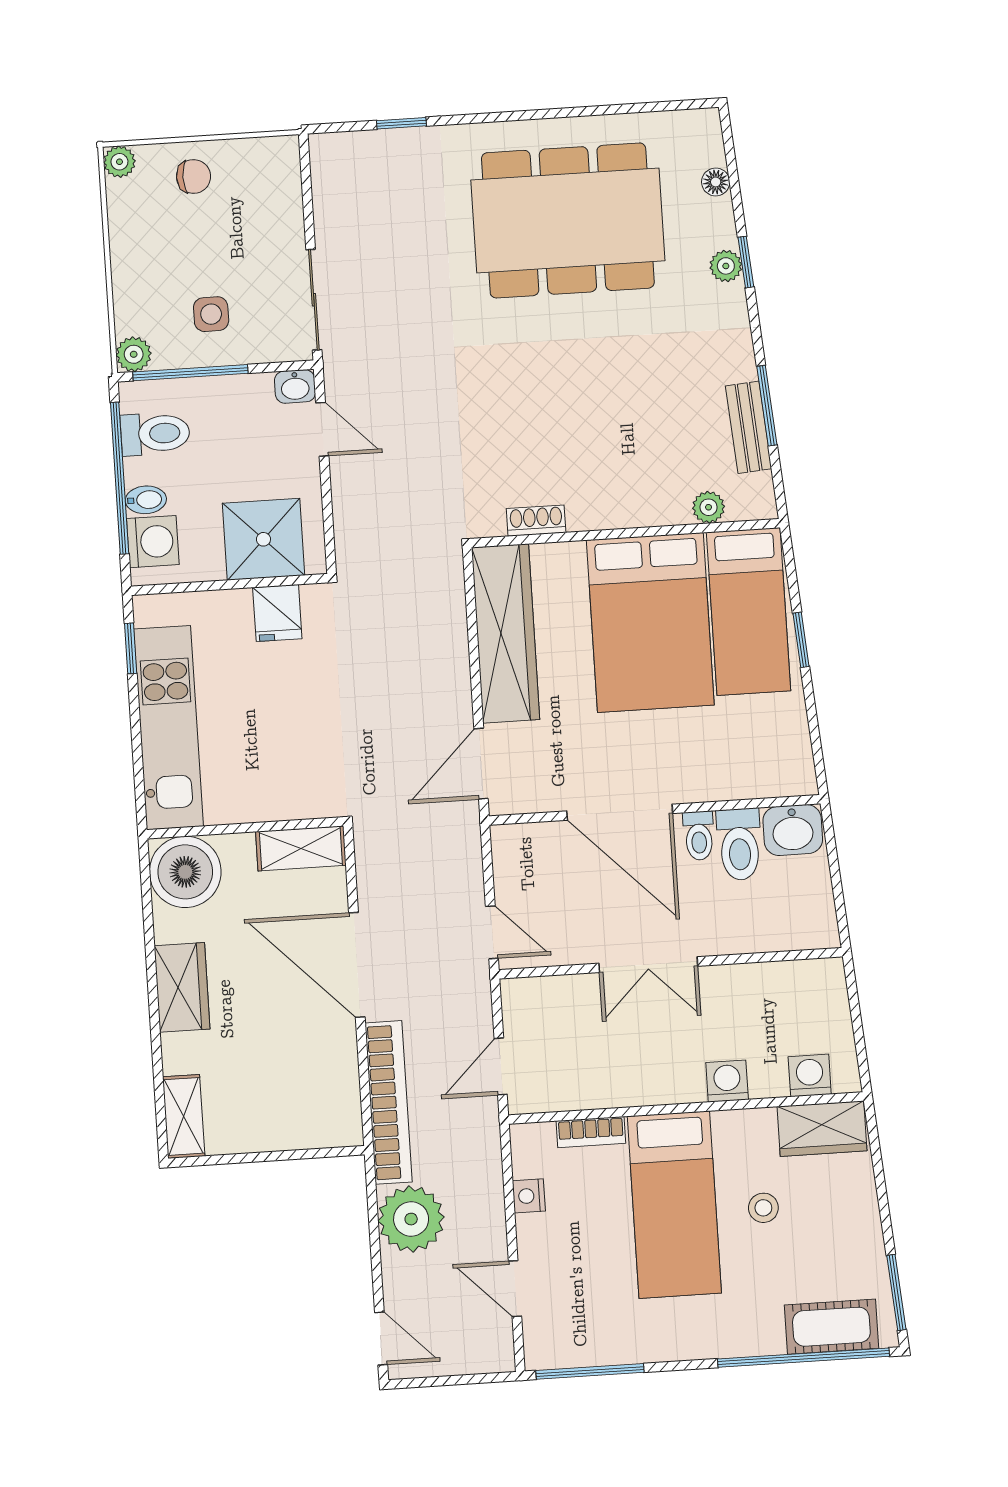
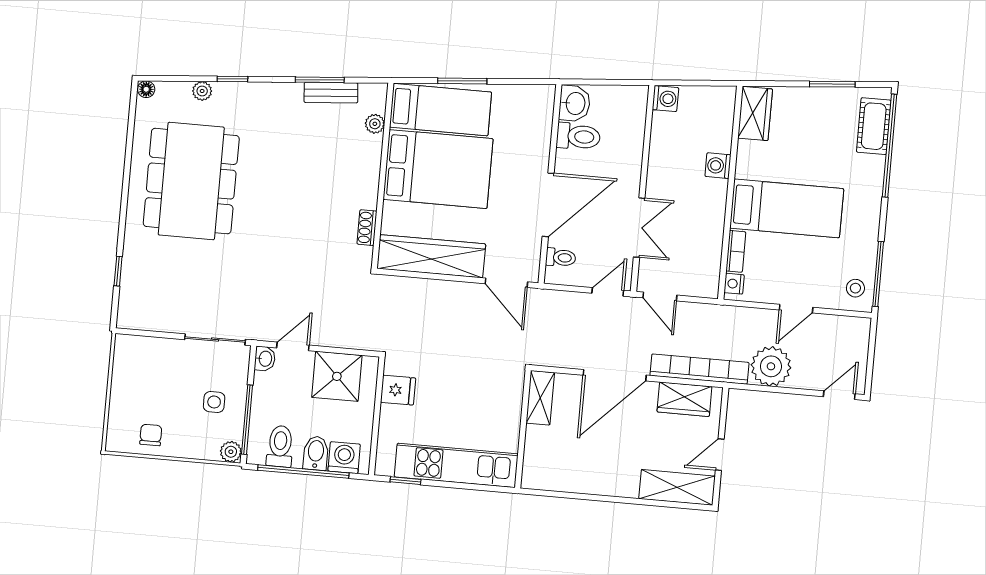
plant: (119, 162) -> (115, 442), removed
chair: (194, 176) -> (151, 435), moved
floor lamp: (716, 182) -> (146, 89), moved
plant: (726, 266) -> (202, 91), moved
bidet: (146, 500) -> (316, 453), width x1.38, depth x1.36
shower: (263, 539) -> (337, 376), moved
window: (801, 640) -> (462, 81), width x1.50
toilet: (699, 836) -> (561, 257), moved
boiler: (185, 872) -> (544, 469), removed
double door: (648, 965) -> (639, 228), moved
wardrobe: (182, 987) -> (684, 399), moved, turned 180
door: (501, 1066) -> (660, 296), moved
washing machine: (810, 1075) -> (666, 99), moved, turned 180
shelving: (184, 1116) -> (677, 487), width x1.50, depth x1.33
door: (253, 1157) -> (720, 455), added
nightstand: (529, 1196) -> (734, 284), moved, turned 90
stool: (763, 1208) -> (855, 288), moved
door: (515, 1289) -> (796, 309), moved
window: (896, 1293) -> (832, 84), moved

